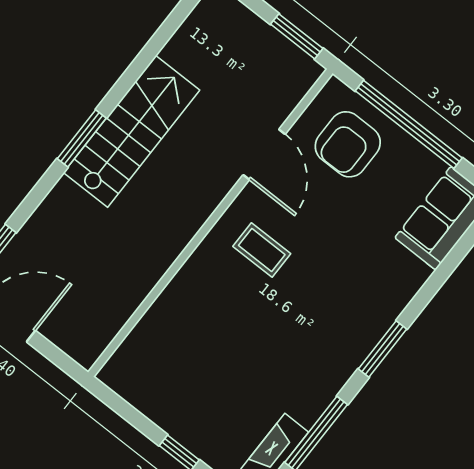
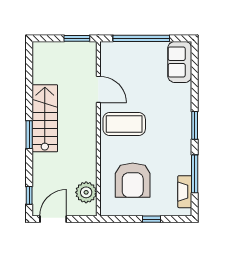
armchair: (348, 144) -> (133, 180), moved, width x1.36, depth x1.36
coffee table: (262, 250) -> (124, 124), width x1.86, depth x1.72
plant: (102, 317) -> (86, 192), added

